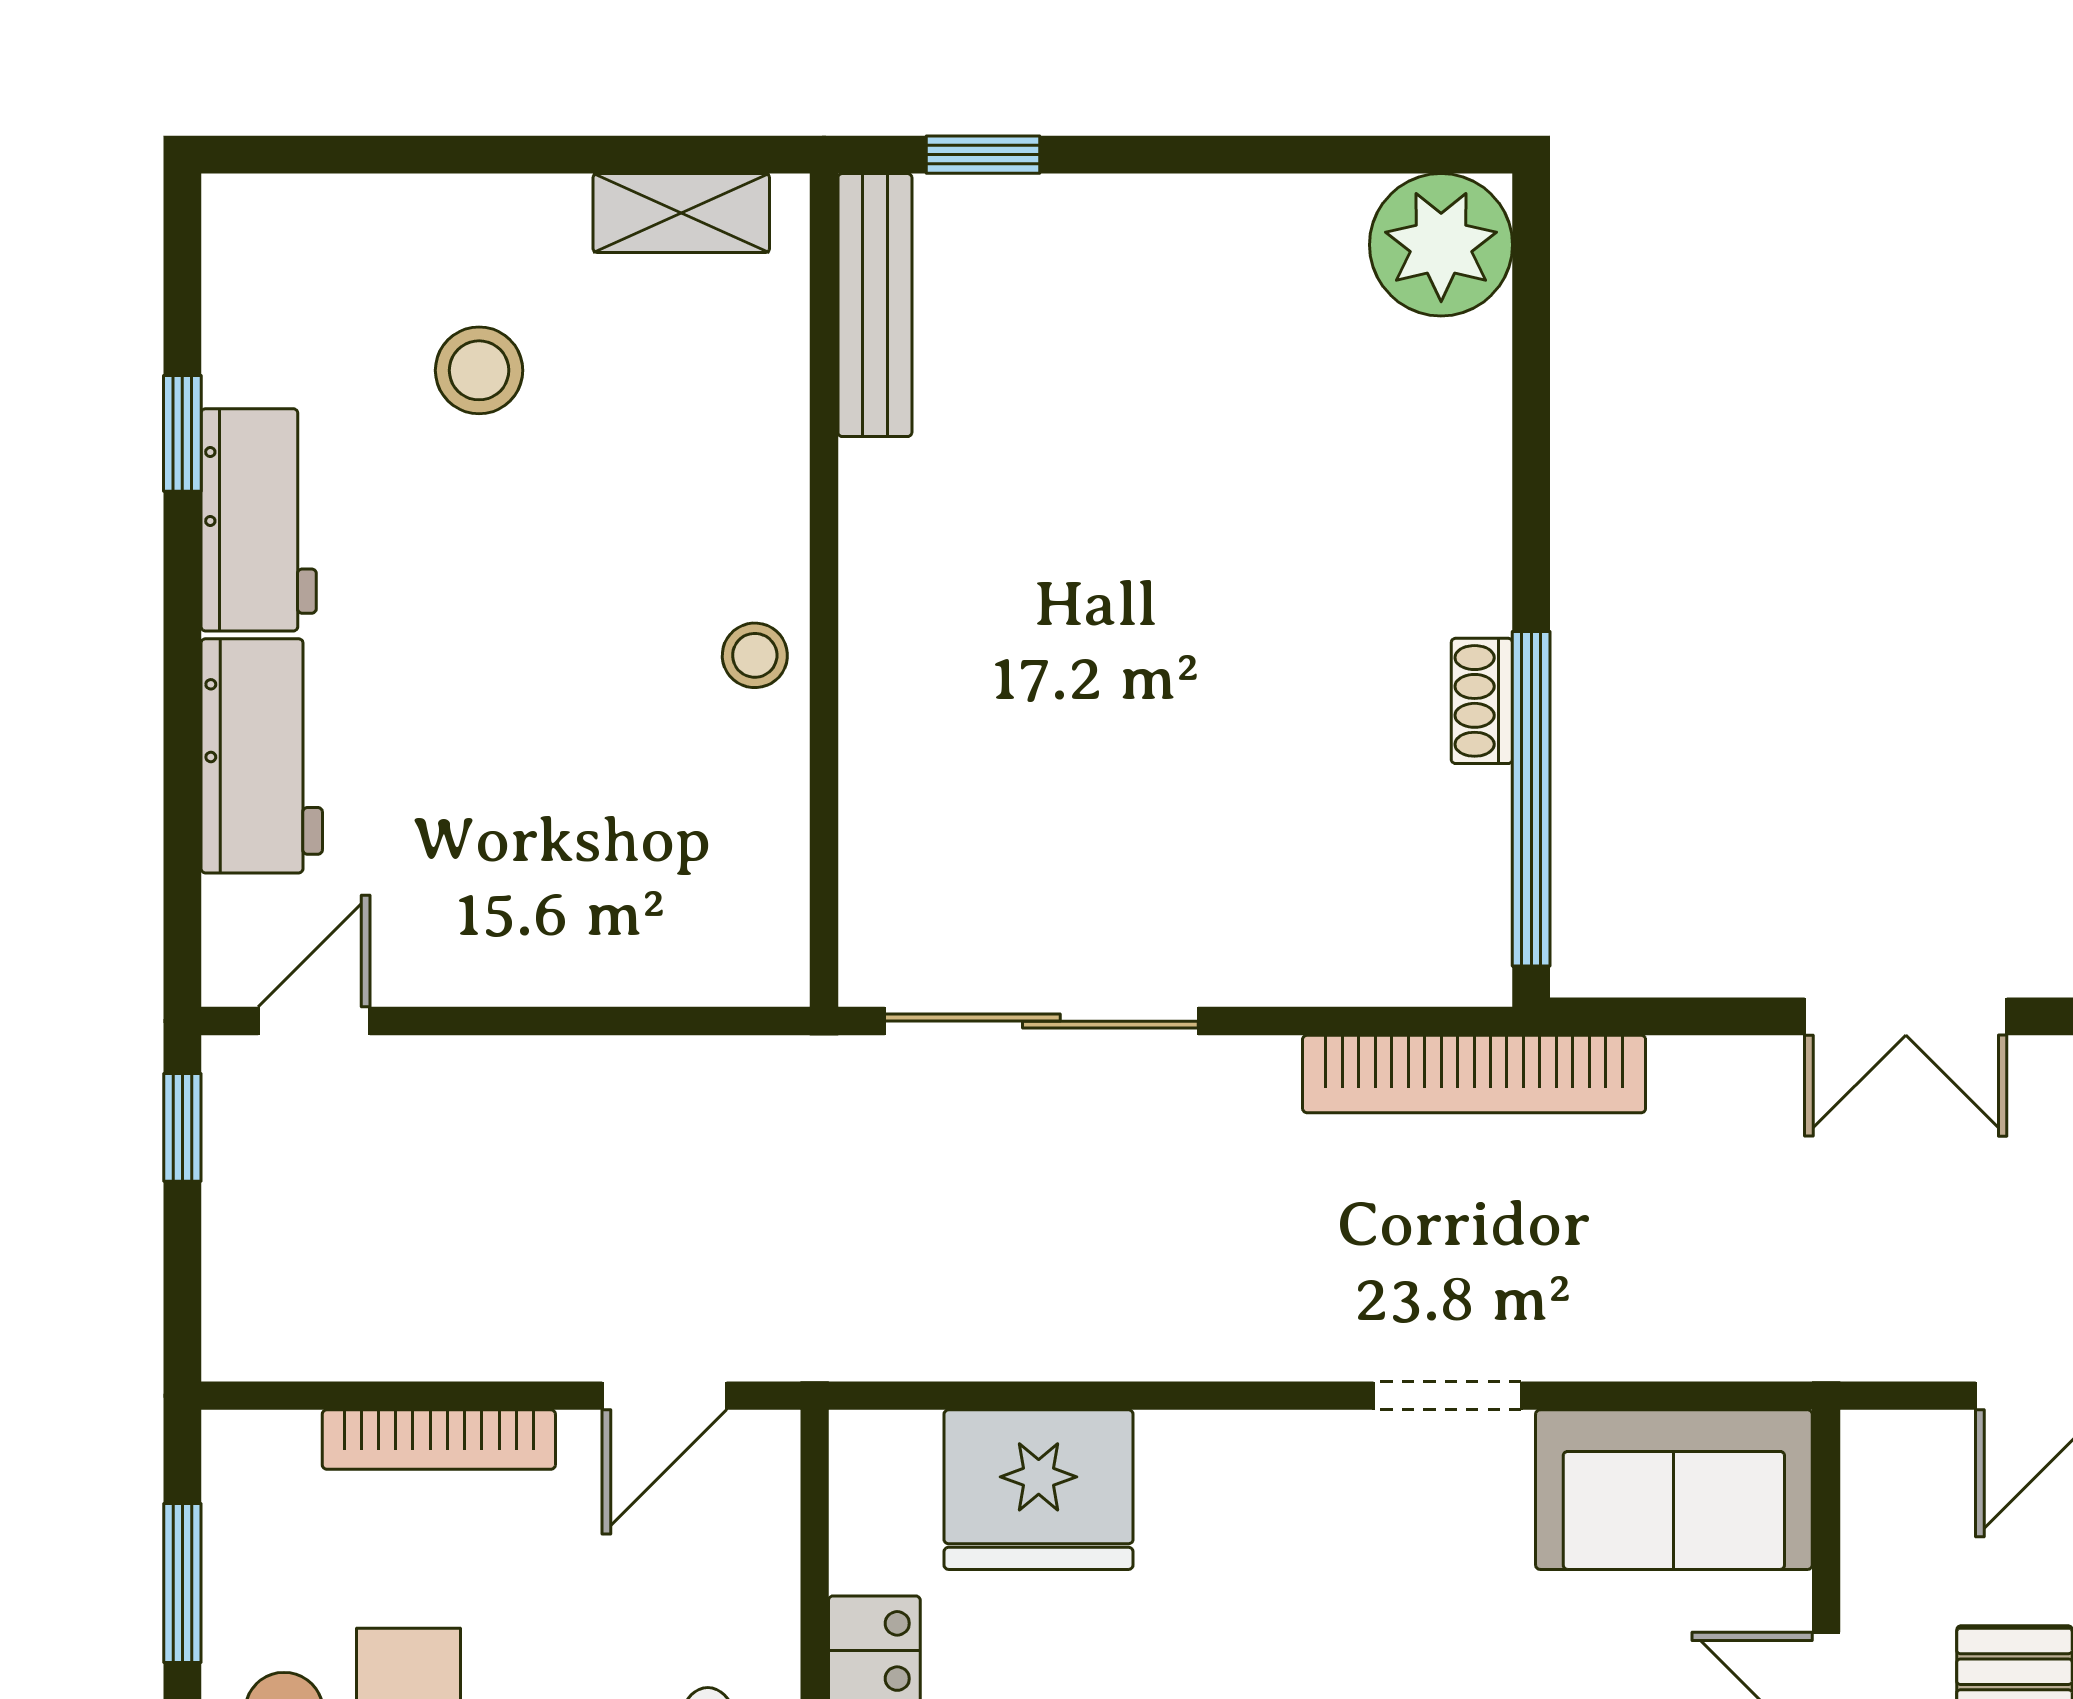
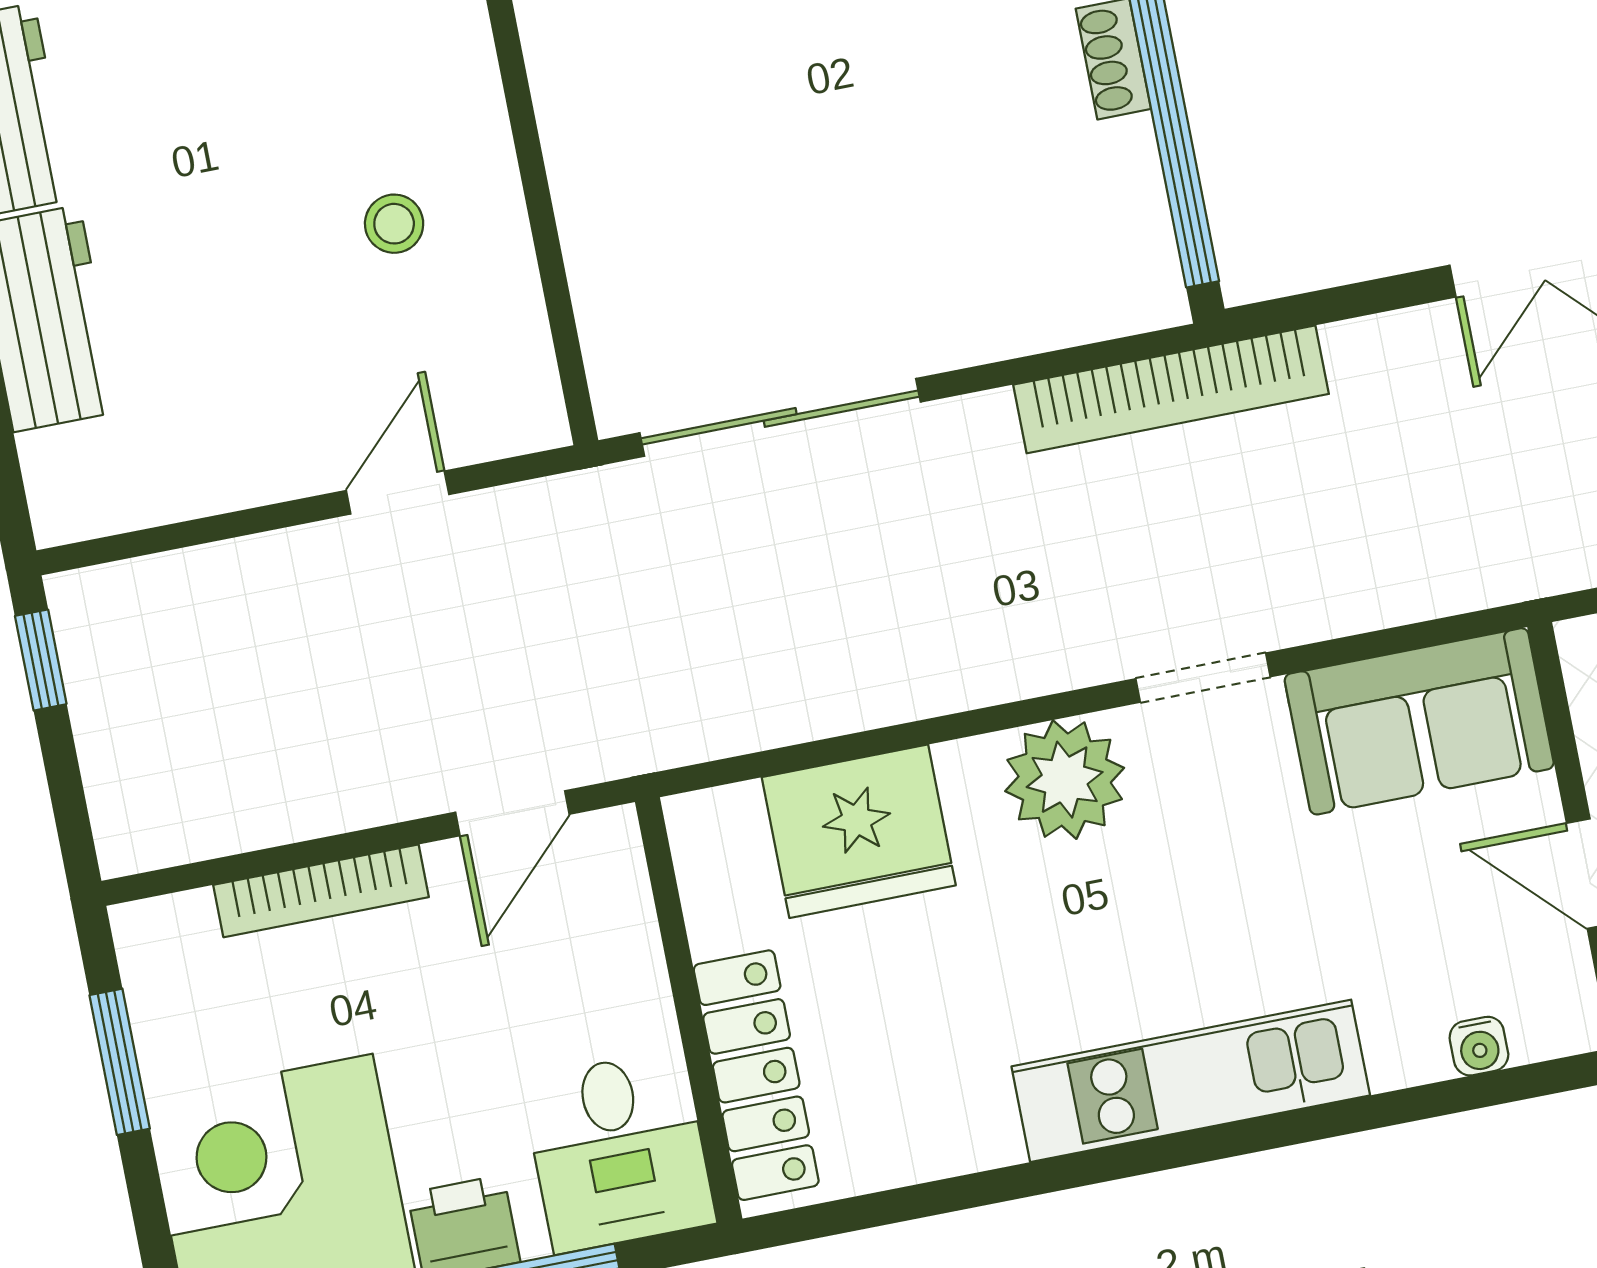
stool: (755, 655) -> (394, 224), moved
door: (314, 1021) -> (398, 493), moved
plant: (1274, 1477) -> (1065, 780), added

